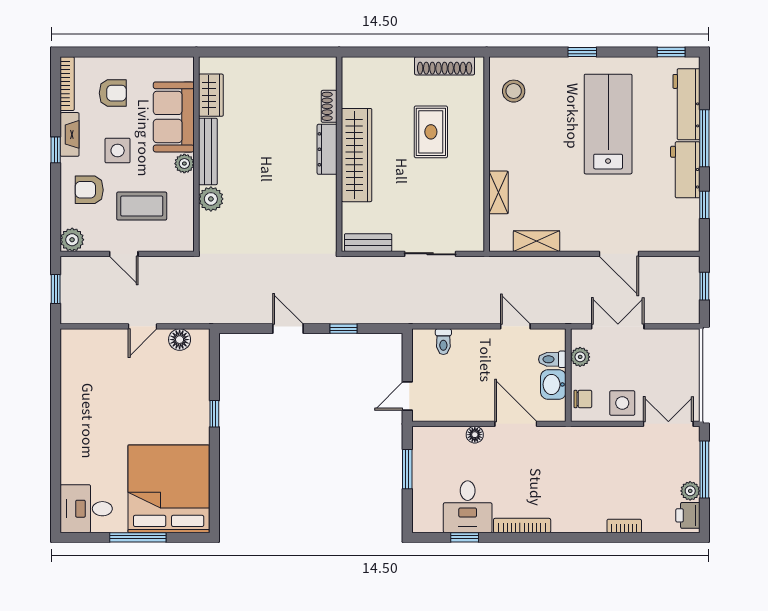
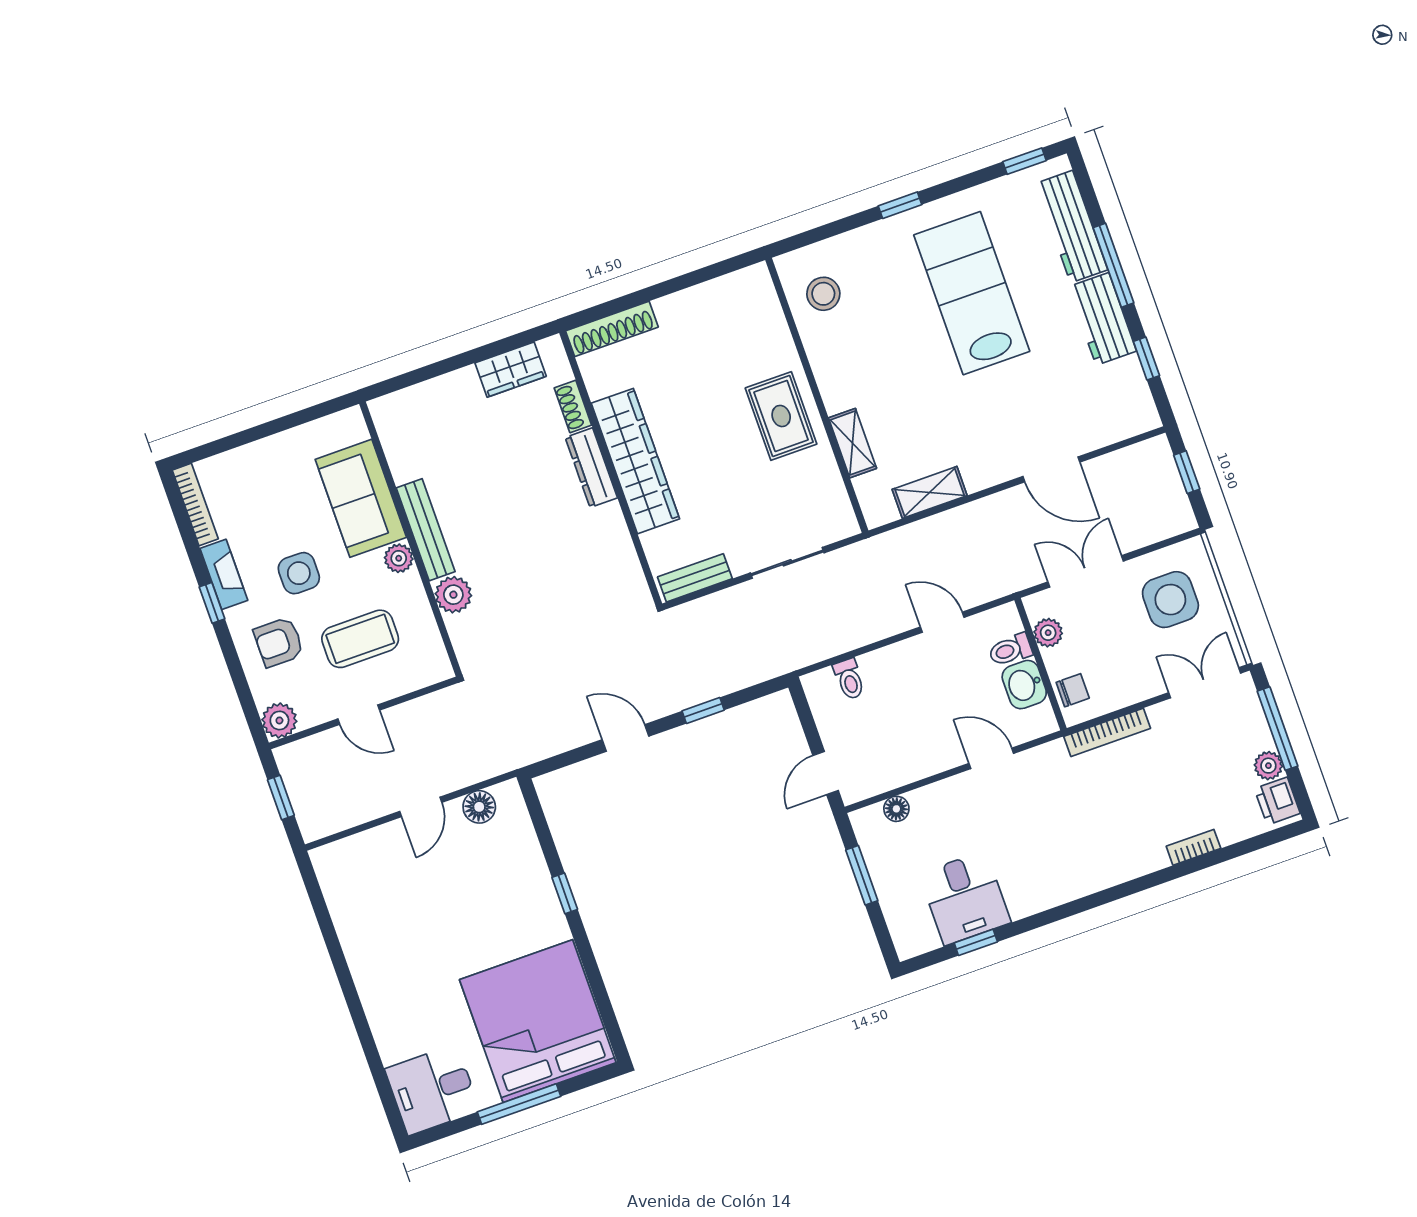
shoe rack: (445, 66) -> (612, 329), moved
armchair: (113, 93) -> (264, 495), removed
wardrobe: (211, 95) -> (511, 370), moved, turned 90
rug: (431, 132) -> (781, 416), moved
side table: (622, 403) -> (1170, 600), moved, width x1.37, depth x1.37
door: (516, 424) -> (991, 758), width x0.73
floor lamp: (475, 435) -> (896, 809), moved
bookcase: (522, 526) -> (1107, 732), moved, turned 180

